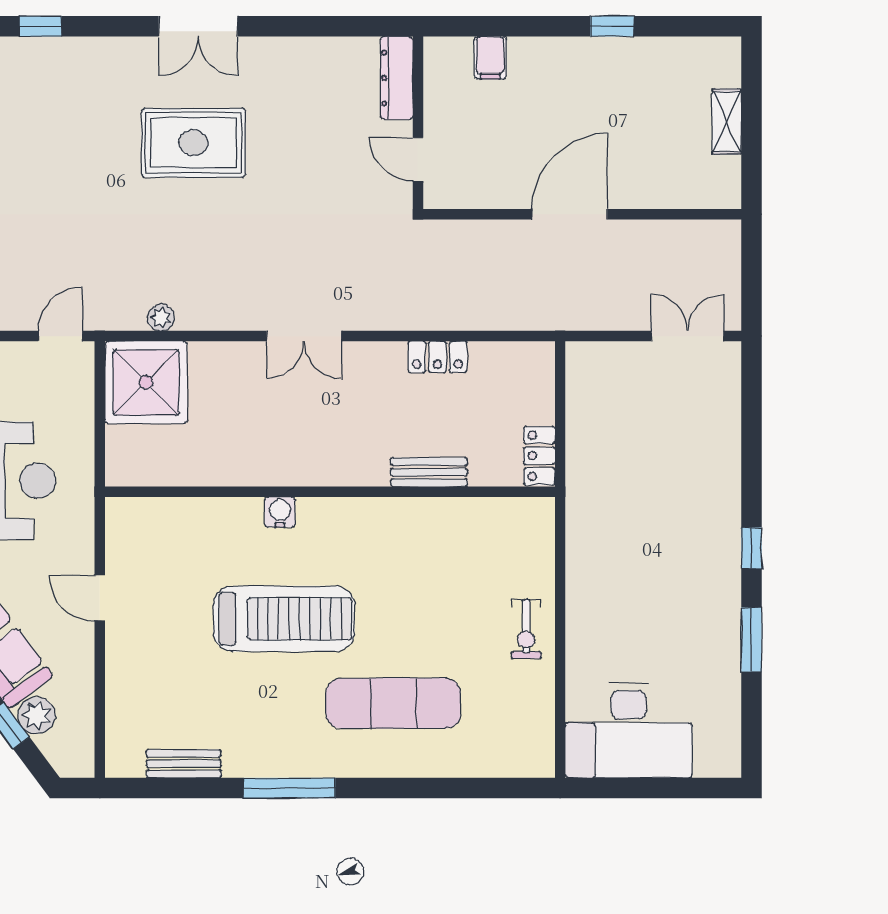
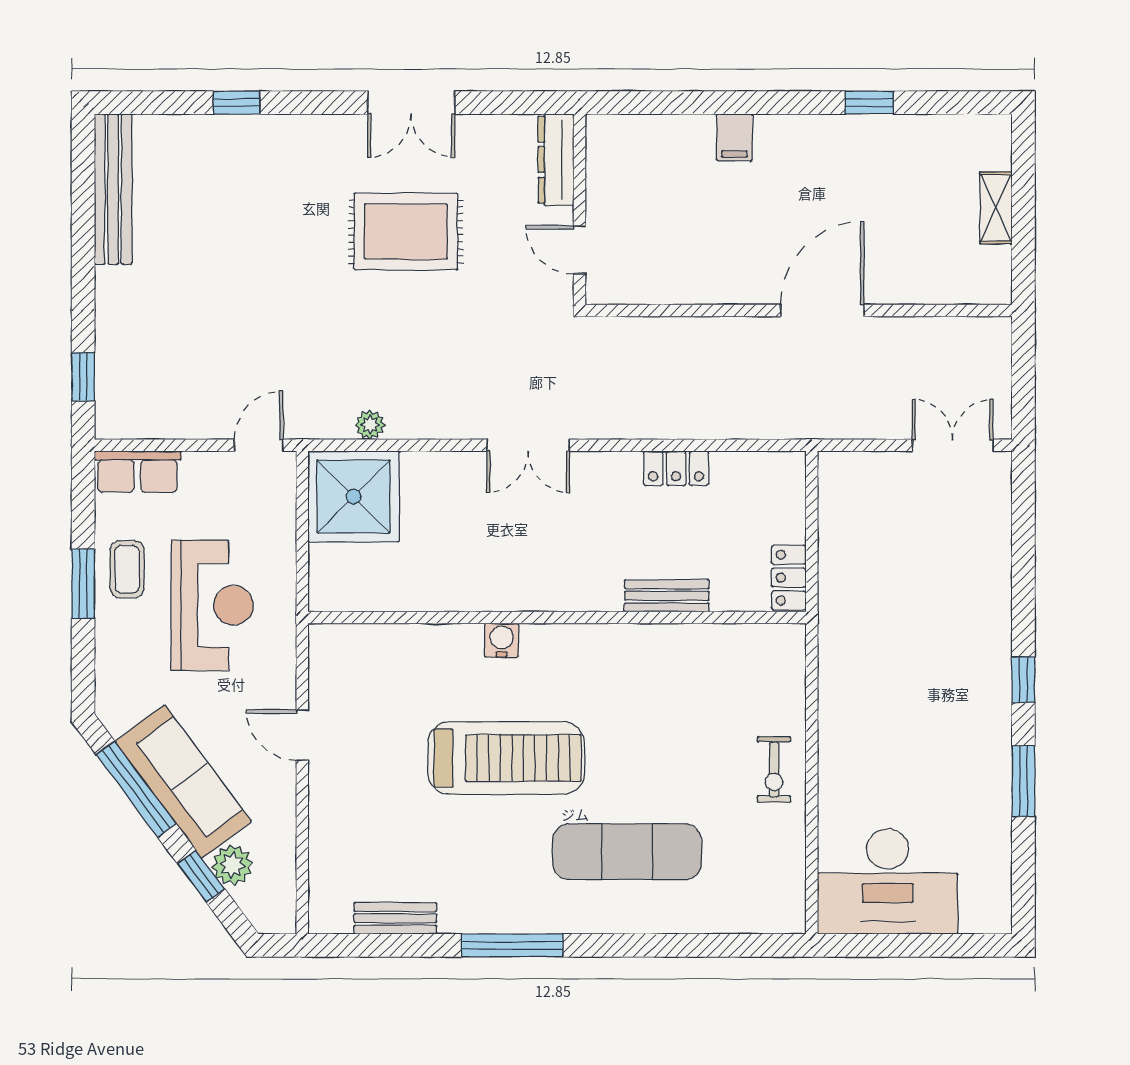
dresser: (397, 78) -> (556, 160), moved
wall: (418, 123) -> (579, 209), moved
door: (418, 159) -> (579, 250), moved

